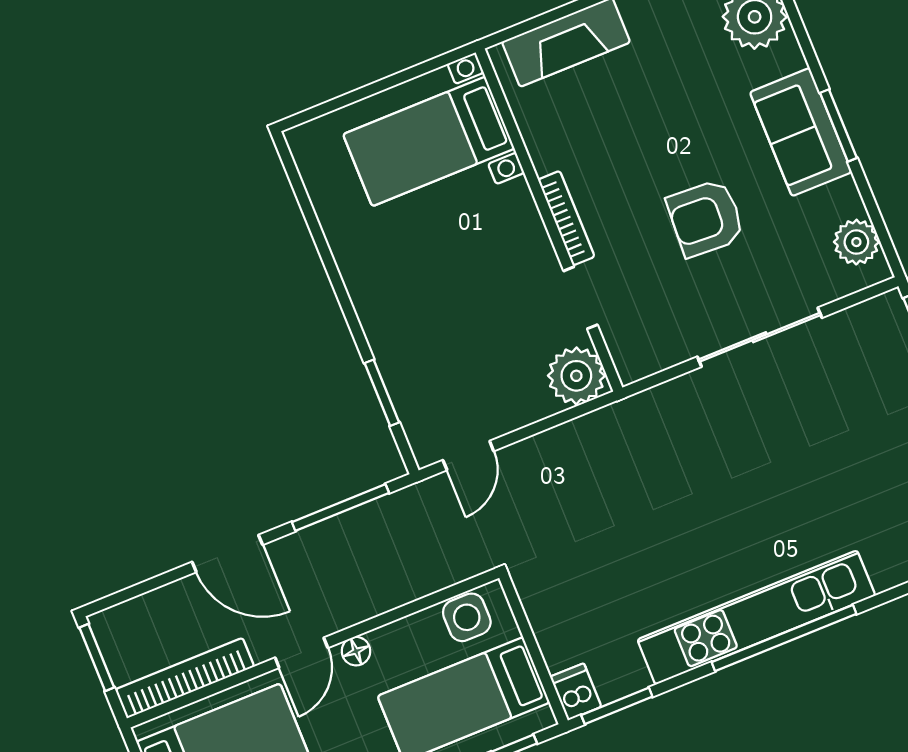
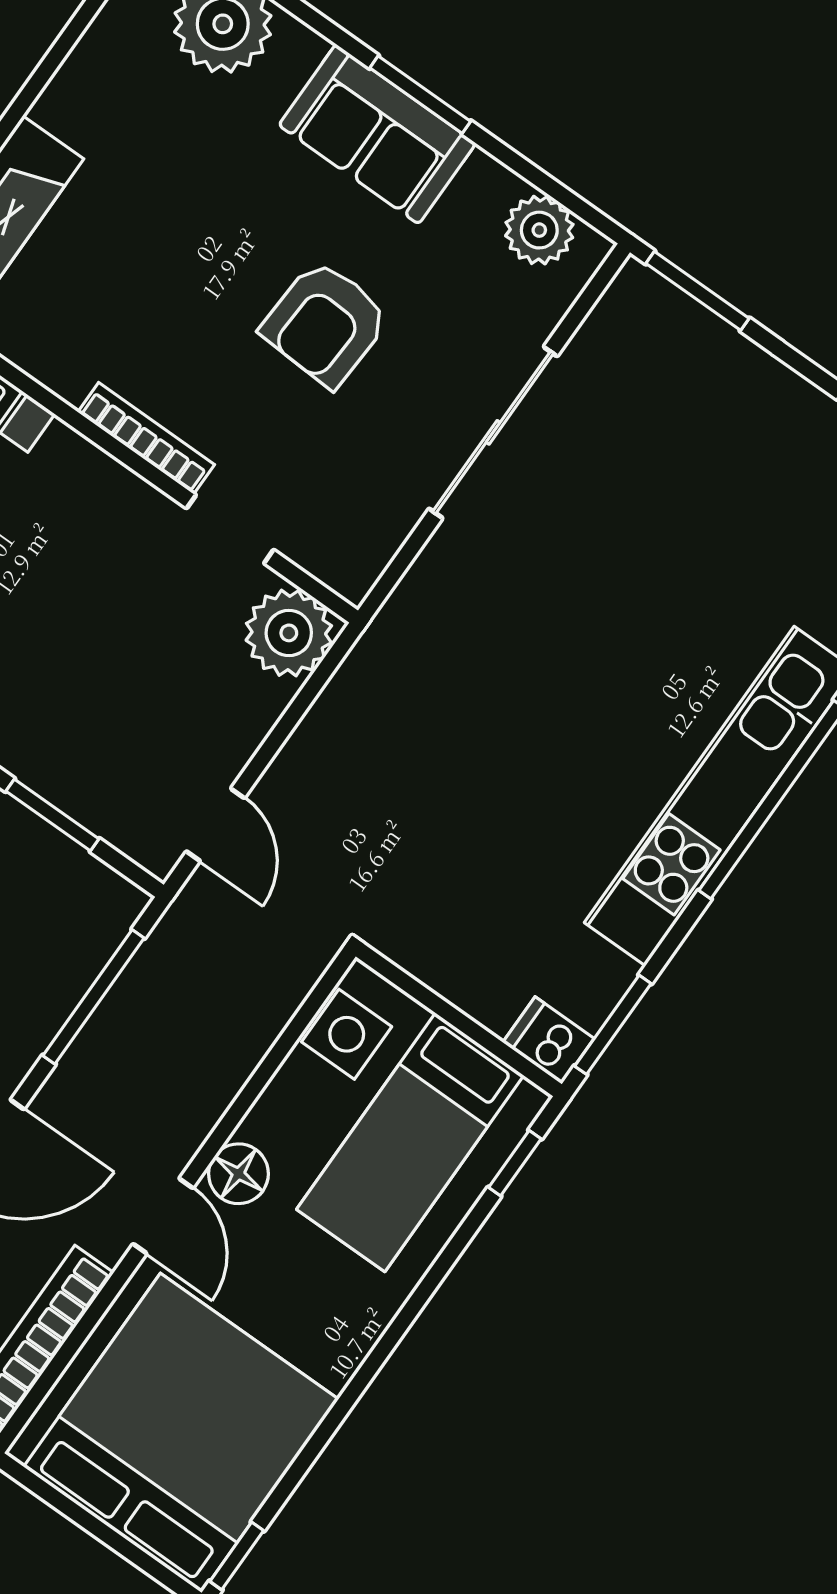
floor lamp: (356, 651) -> (238, 1174), width x1.37, depth x1.37

